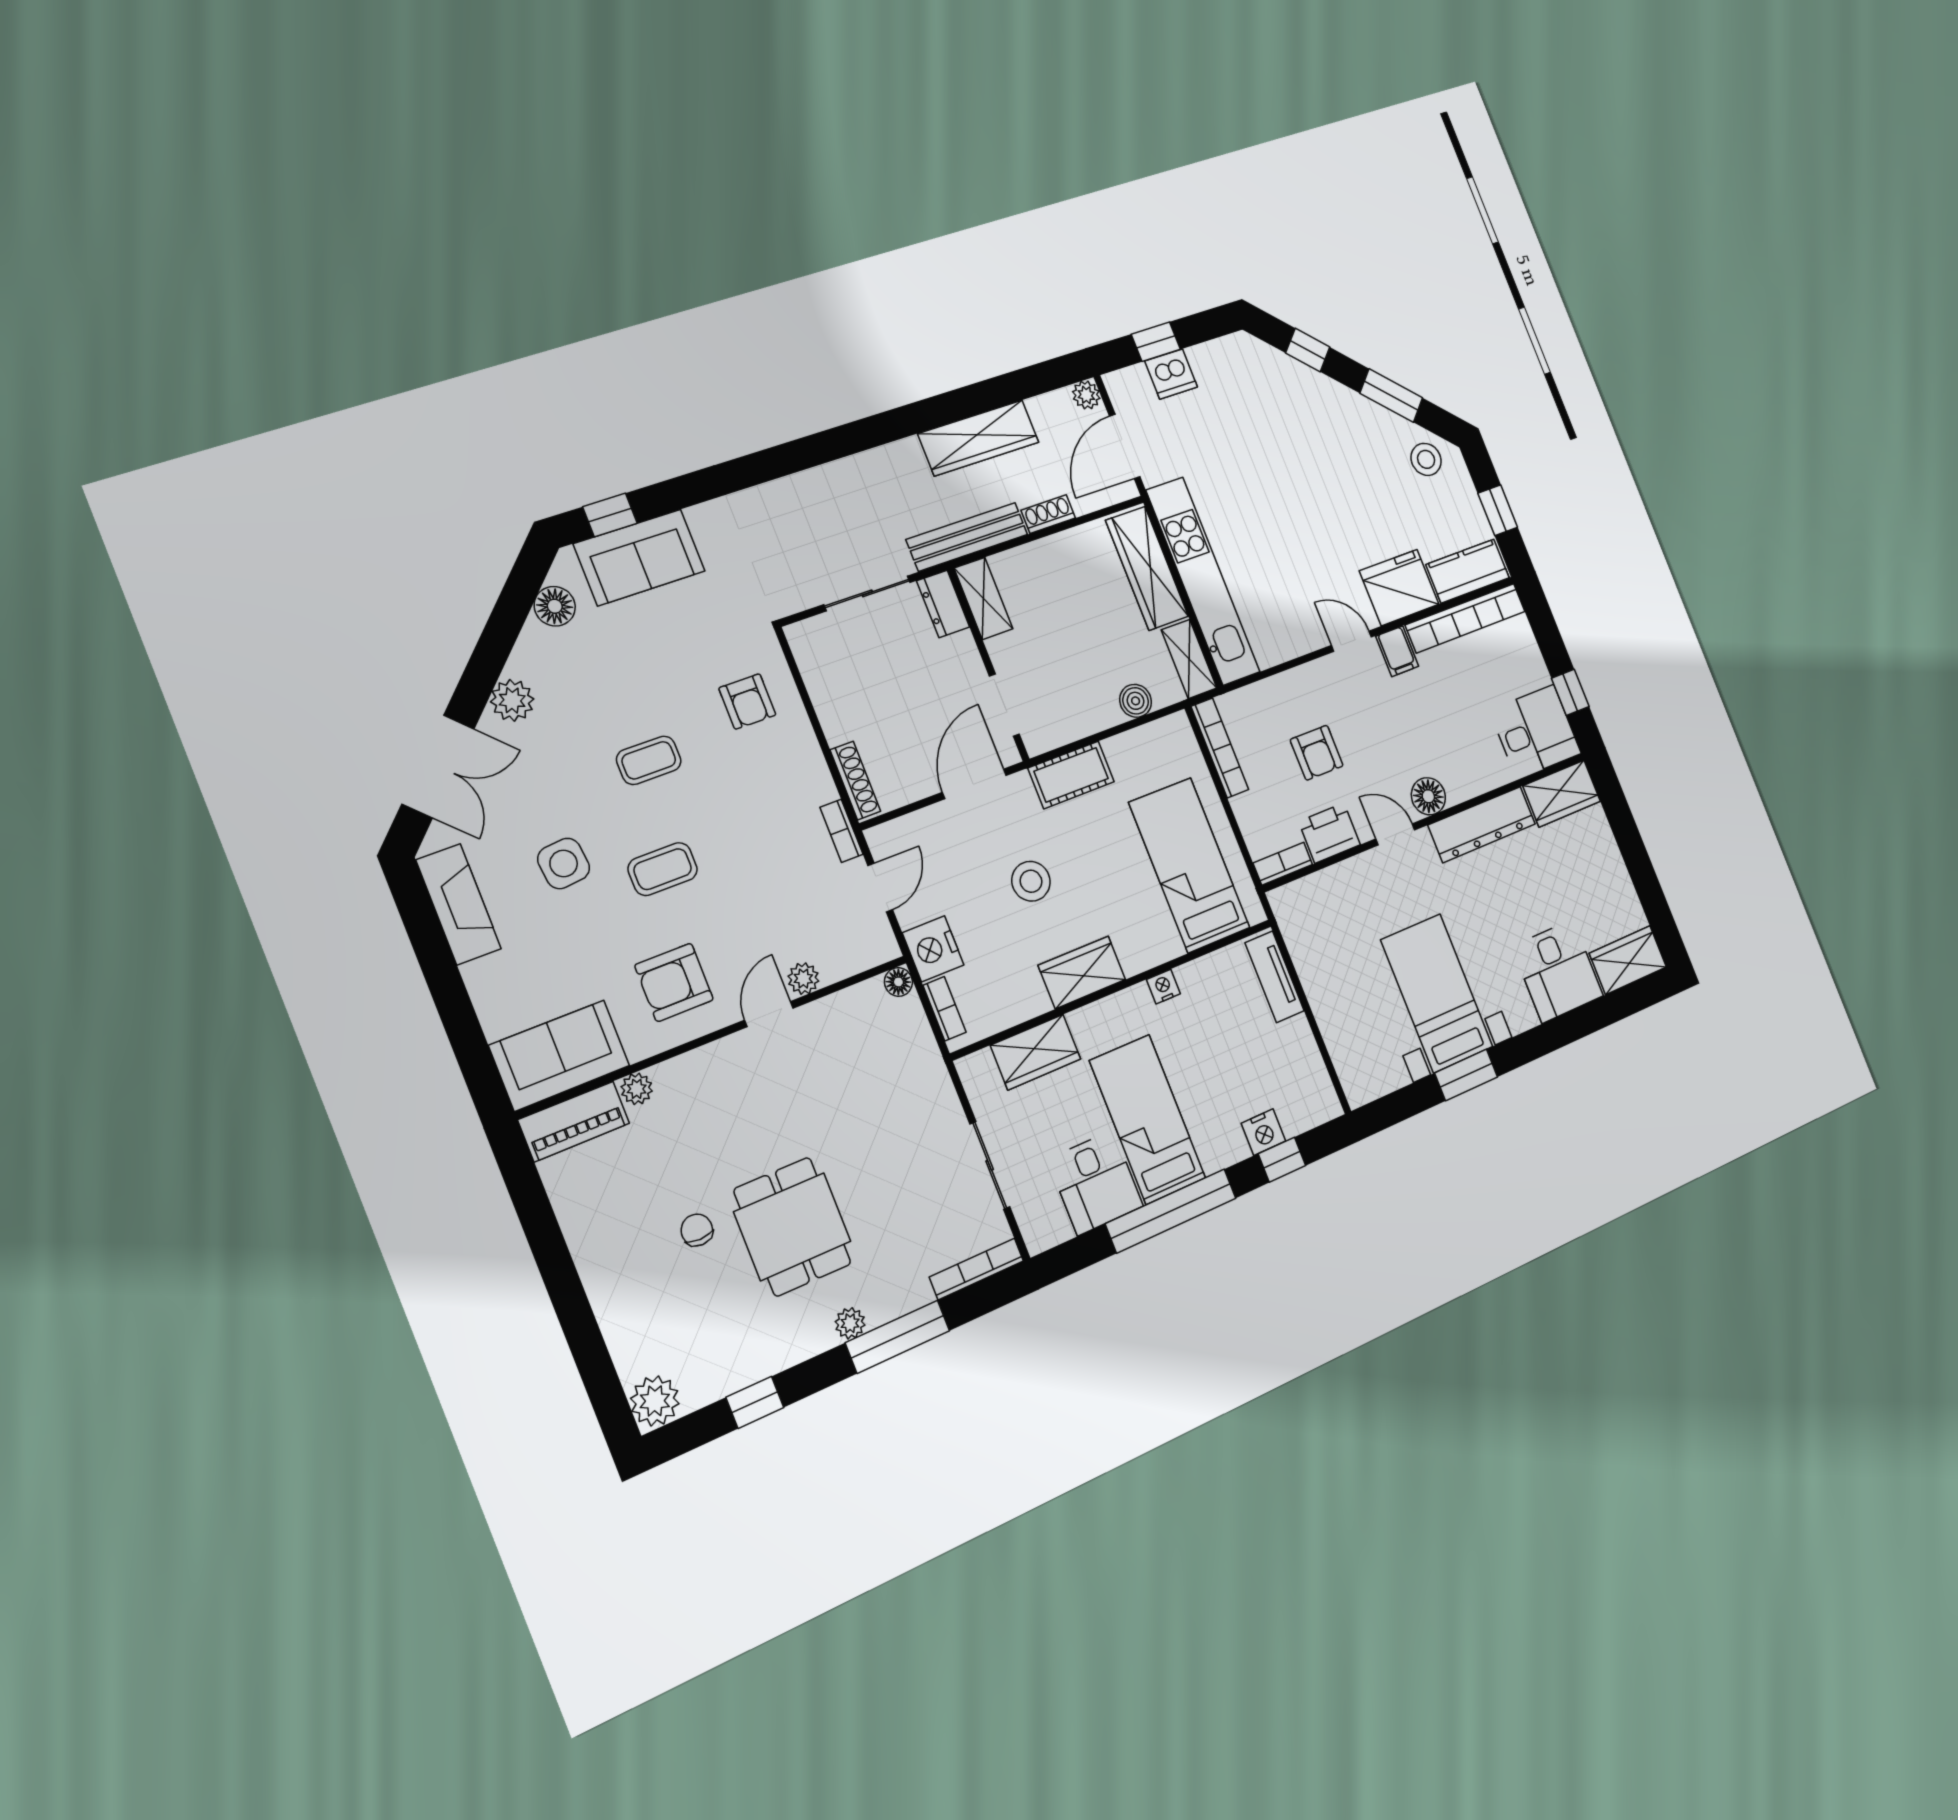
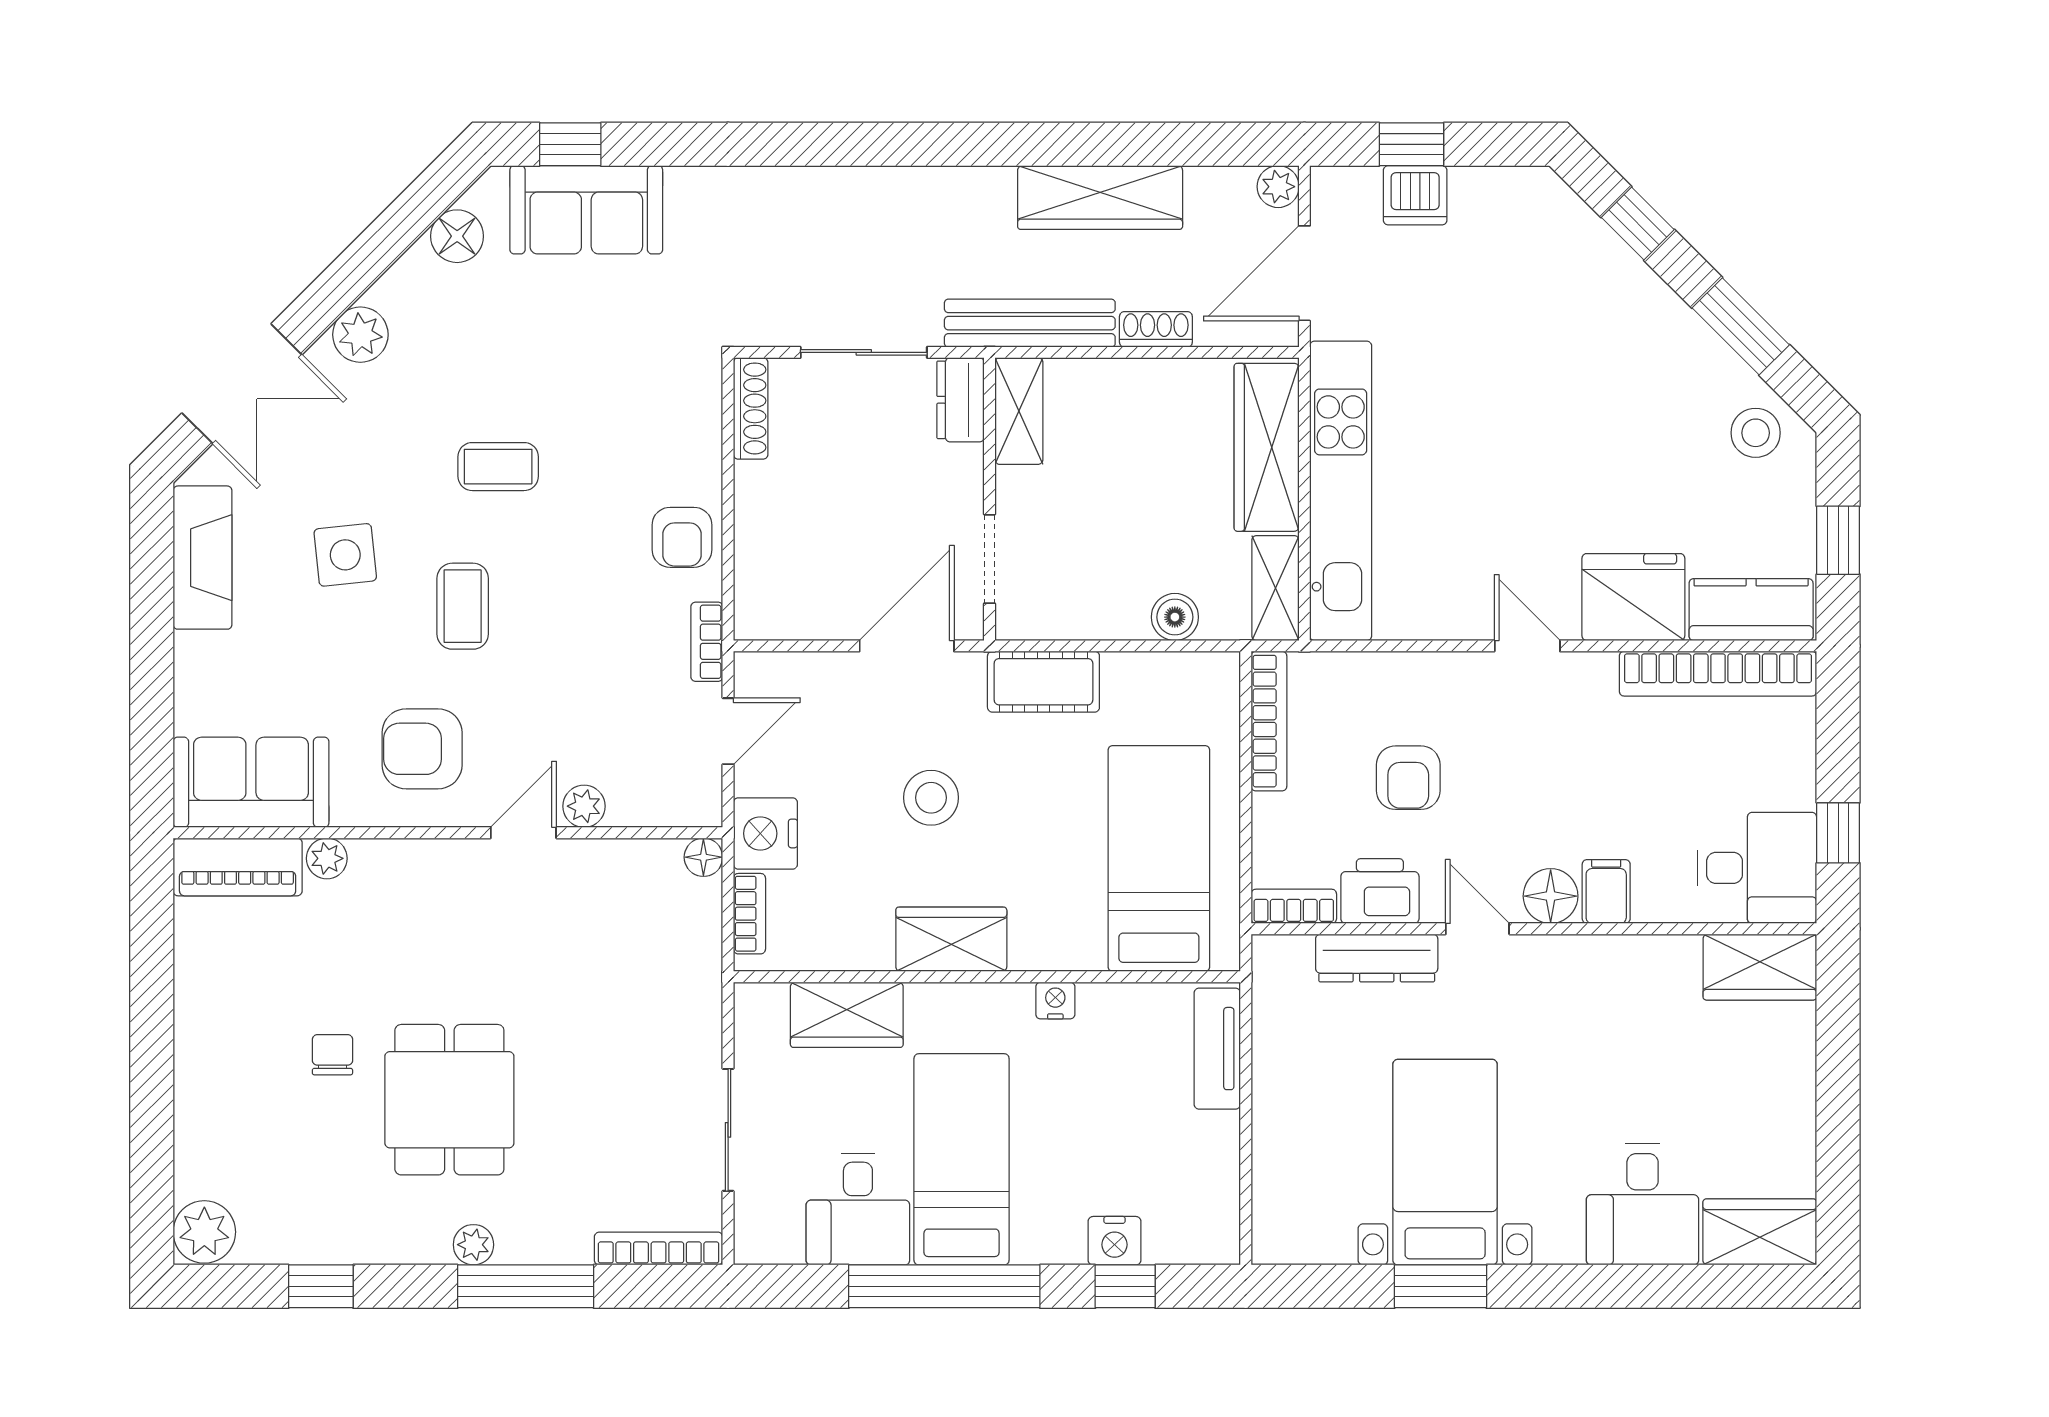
filing cabinet: (1397, 651) -> (1606, 891), moved, turned 180
armchair: (747, 701) -> (682, 537), moved
shoe rack: (855, 781) -> (751, 408), moved
dresser: (1482, 825) -> (1377, 958), moved, width x0.73, depth x0.80
coffee table: (663, 869) -> (463, 606), turned 90

